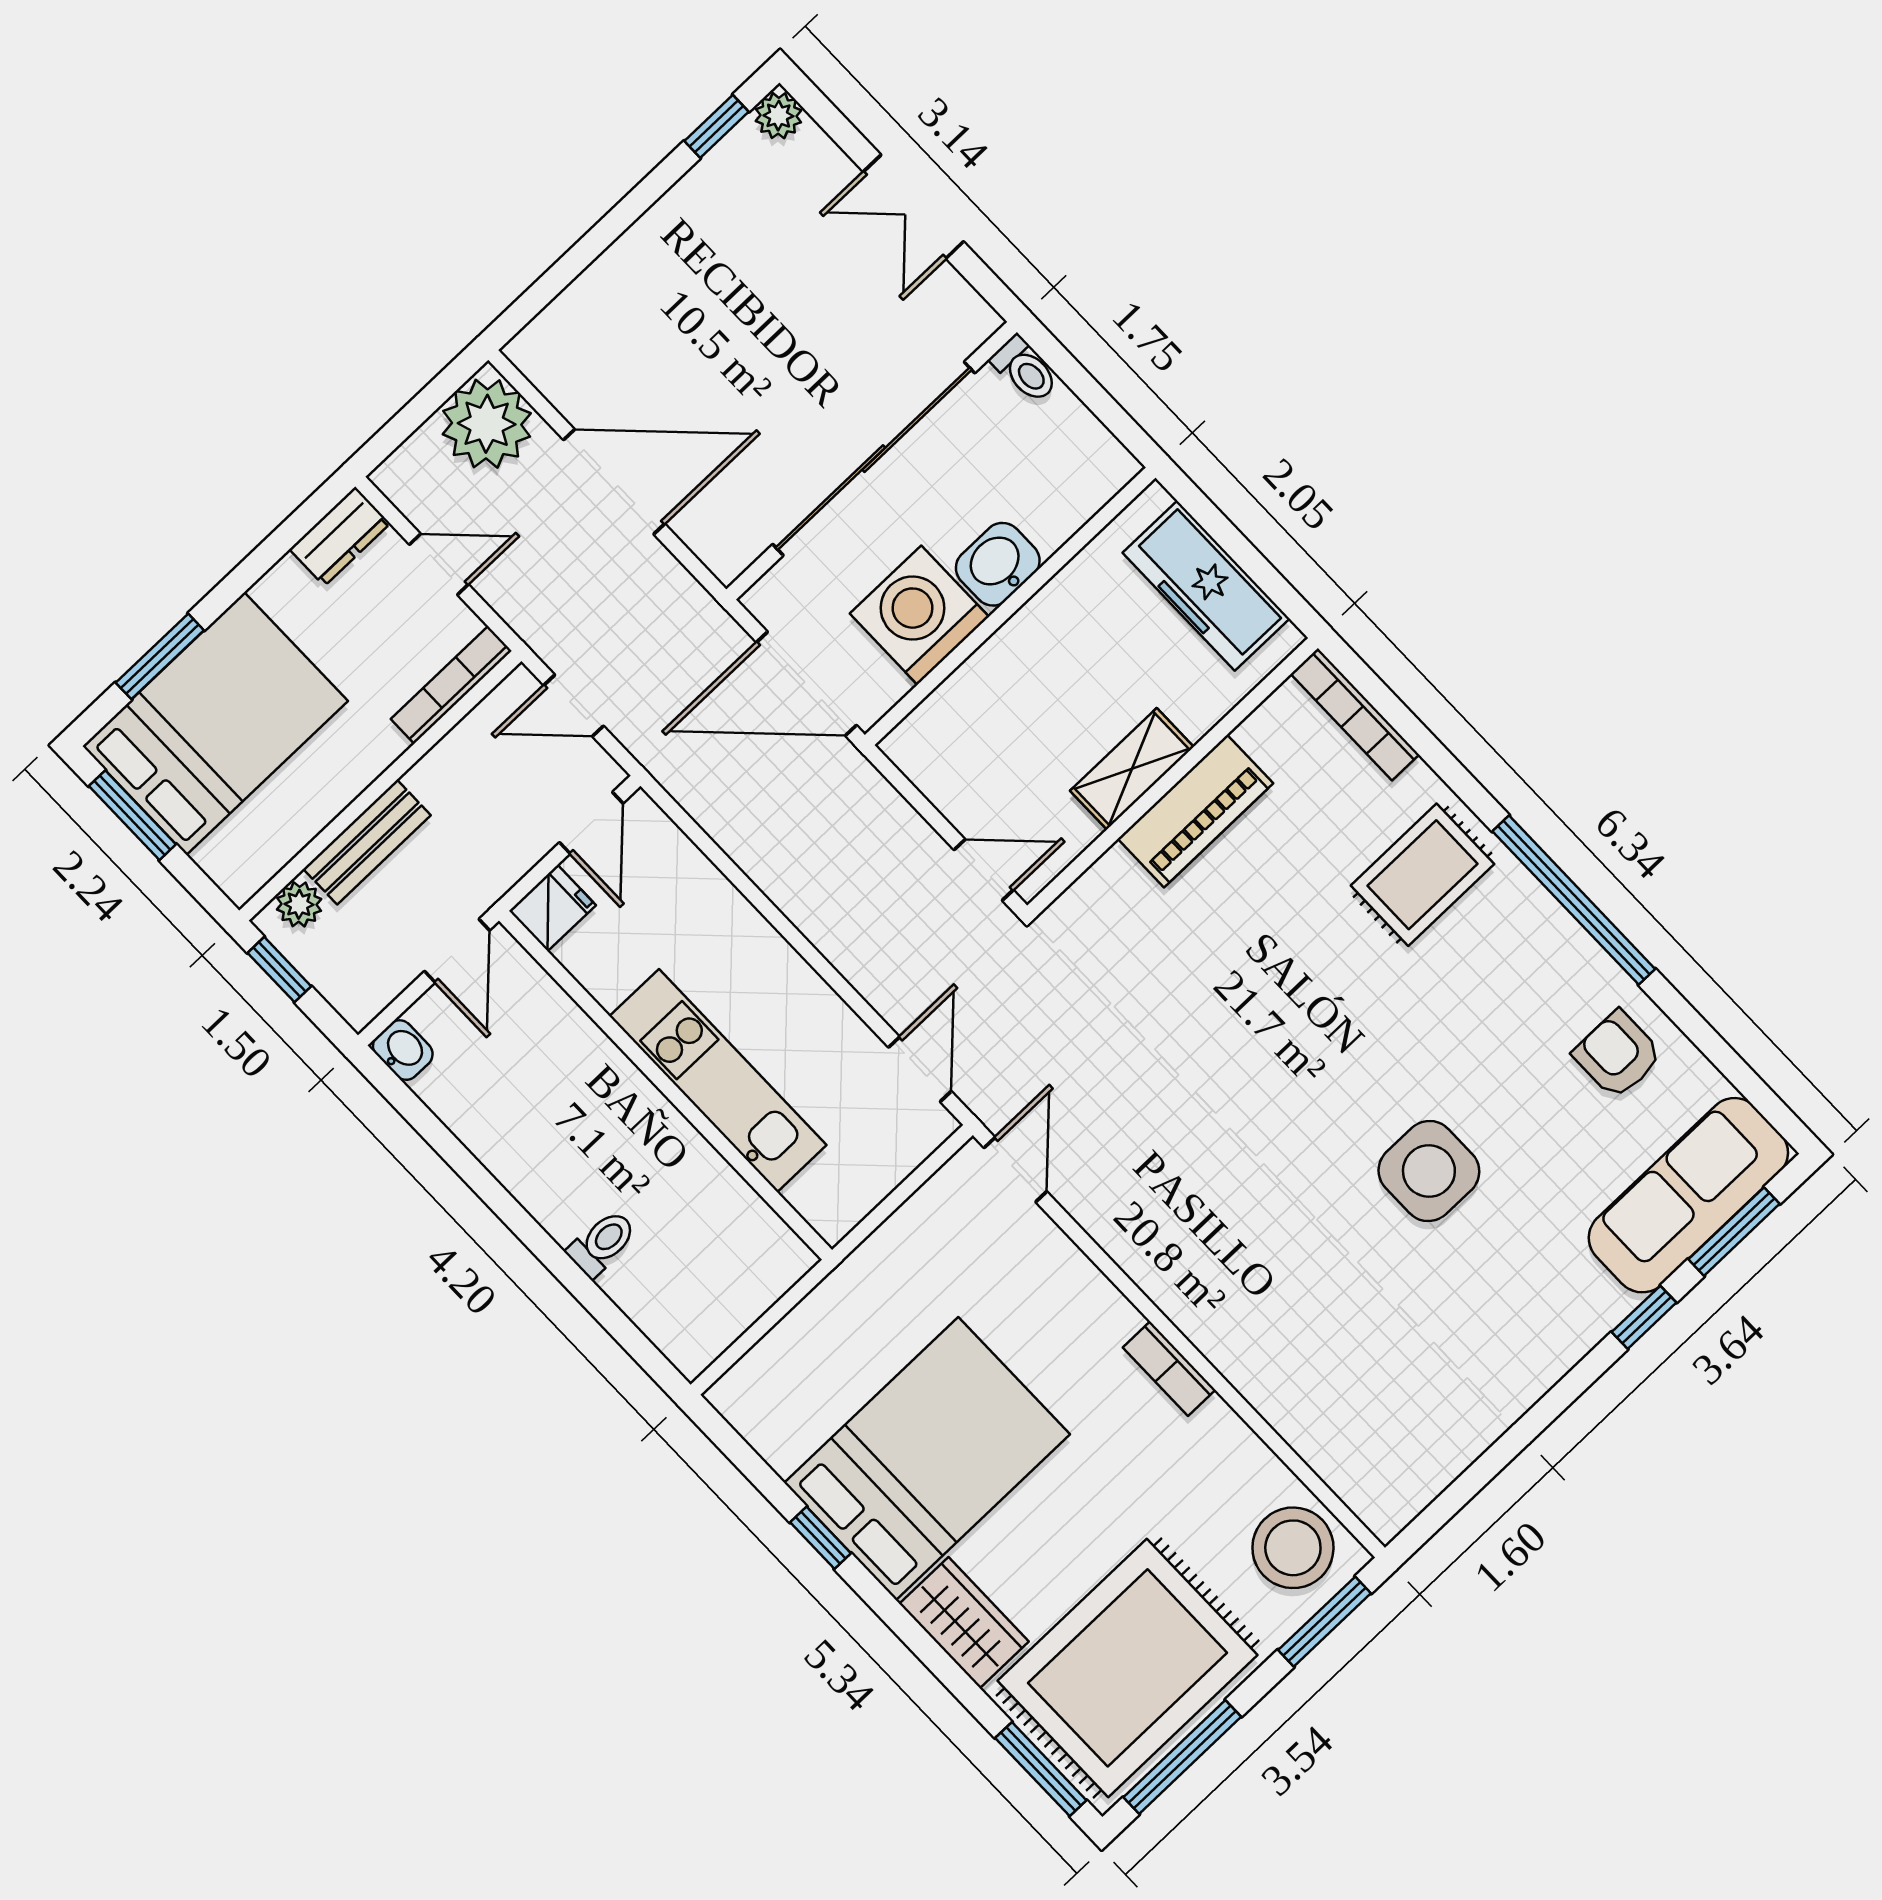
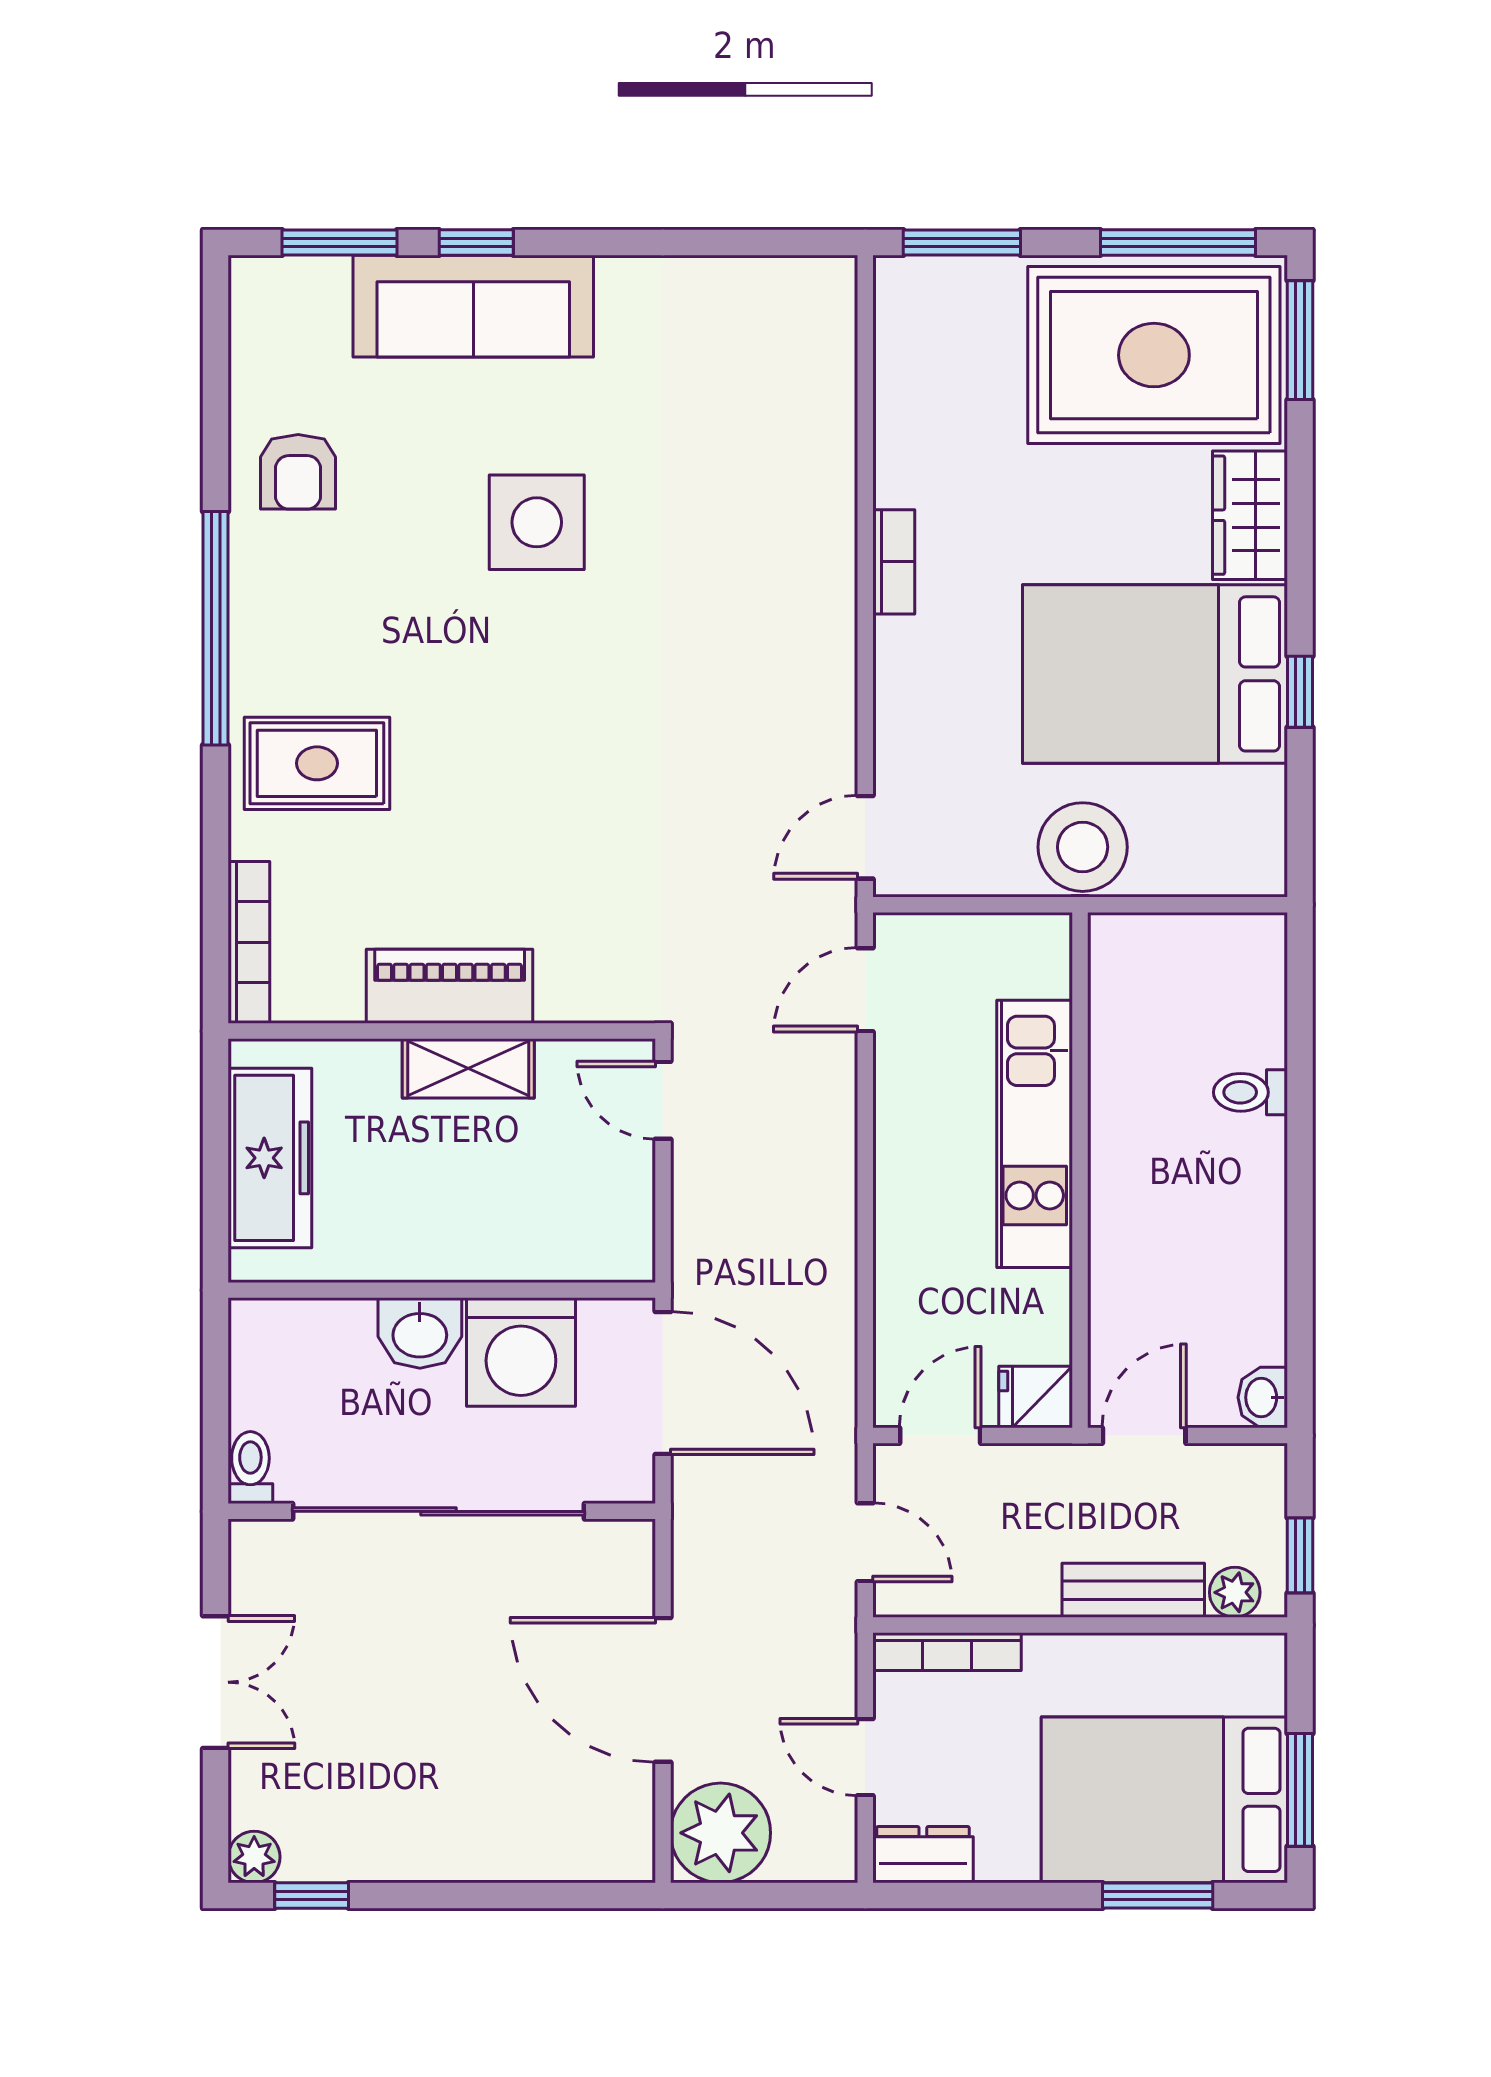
sofa: (1688, 1195) -> (473, 306), moved
stool: (1293, 1548) -> (1083, 847), moved

